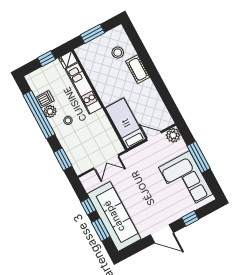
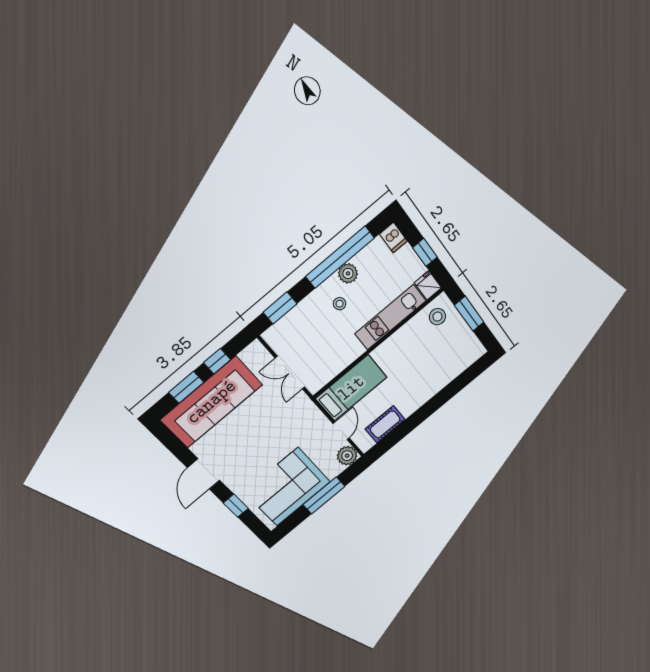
stool: (118, 53) -> (437, 317), moved
cot: (138, 69) -> (385, 424), moved
dishwasher: (45, 99) -> (393, 238), moved

